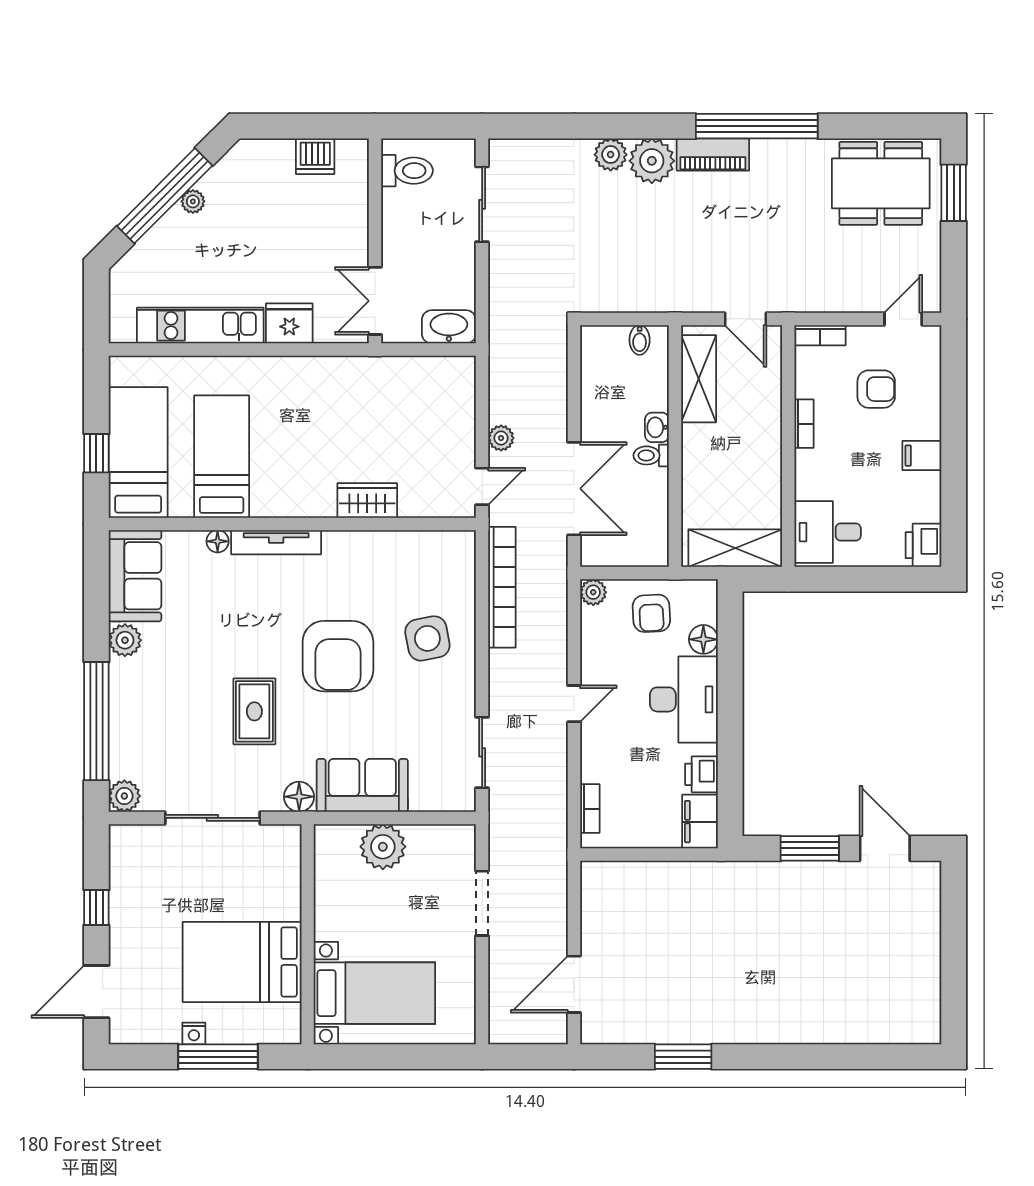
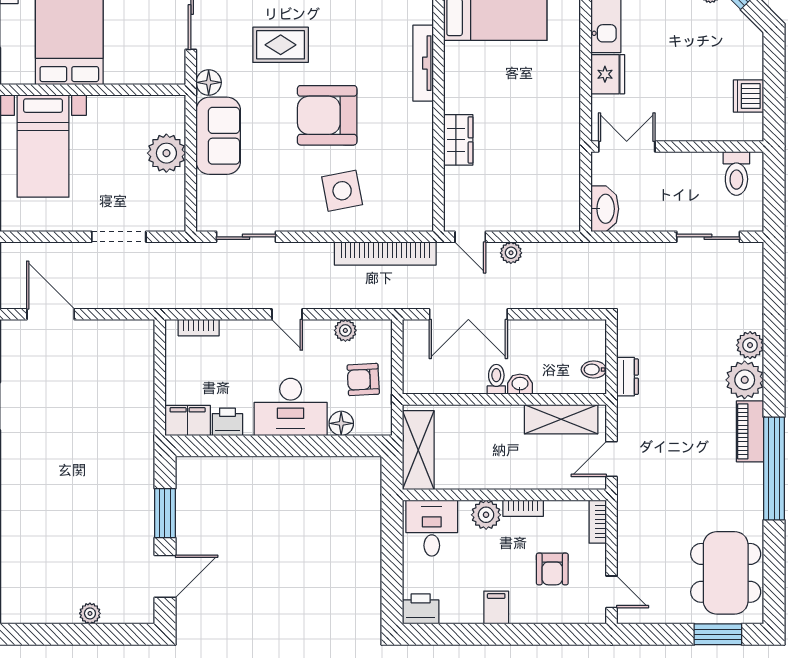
dresser: (648, 300) -> (627, 377), added
plant: (812, 468) -> (486, 515), added
floor lamp: (218, 541) -> (424, 14), removed
plant: (593, 592) -> (345, 330), moved
plant: (929, 937) -> (90, 613), added

